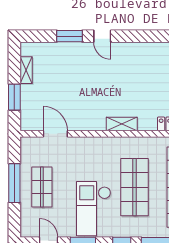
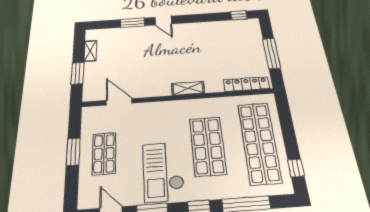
window: (14, 183) -> (73, 152), width x0.69

